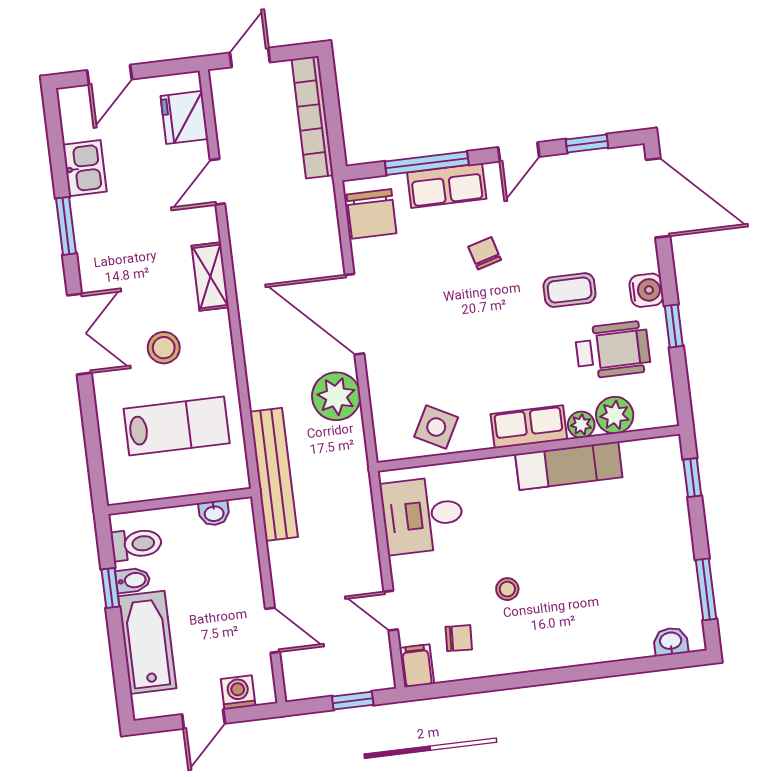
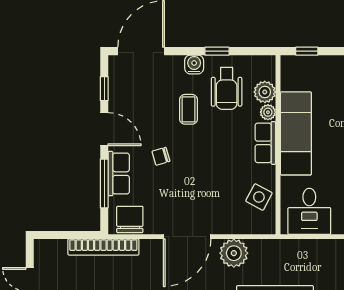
bookcase: (312, 117) -> (103, 247), moved
door: (519, 152) -> (104, 129), width x1.38
chair: (372, 214) -> (130, 219), turned -90
wheelchair: (613, 350) -> (227, 88), turned 180
exam couch: (569, 466) -> (296, 133), width x1.36, depth x1.45

